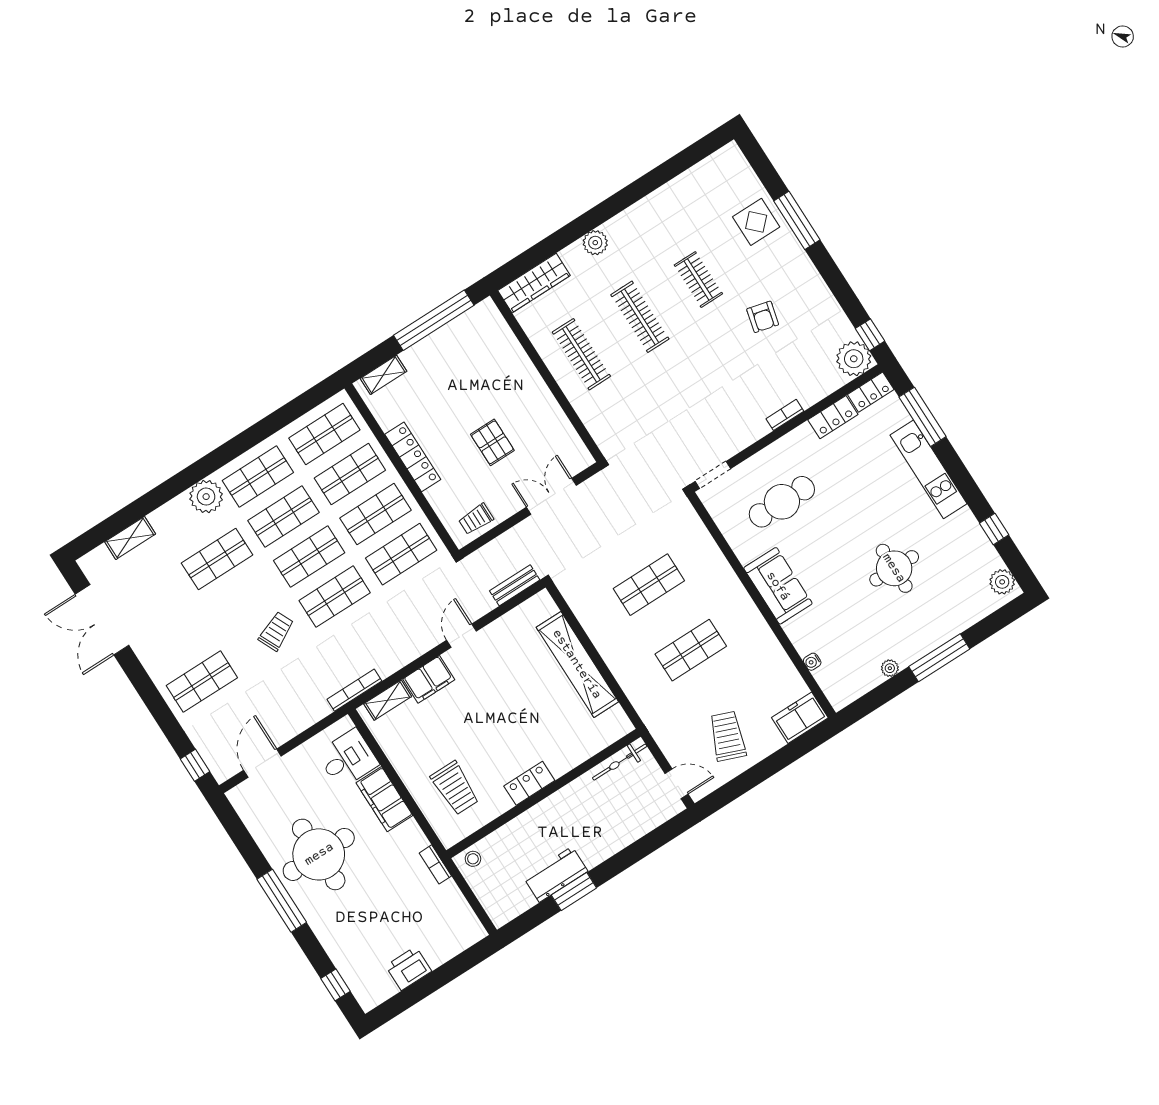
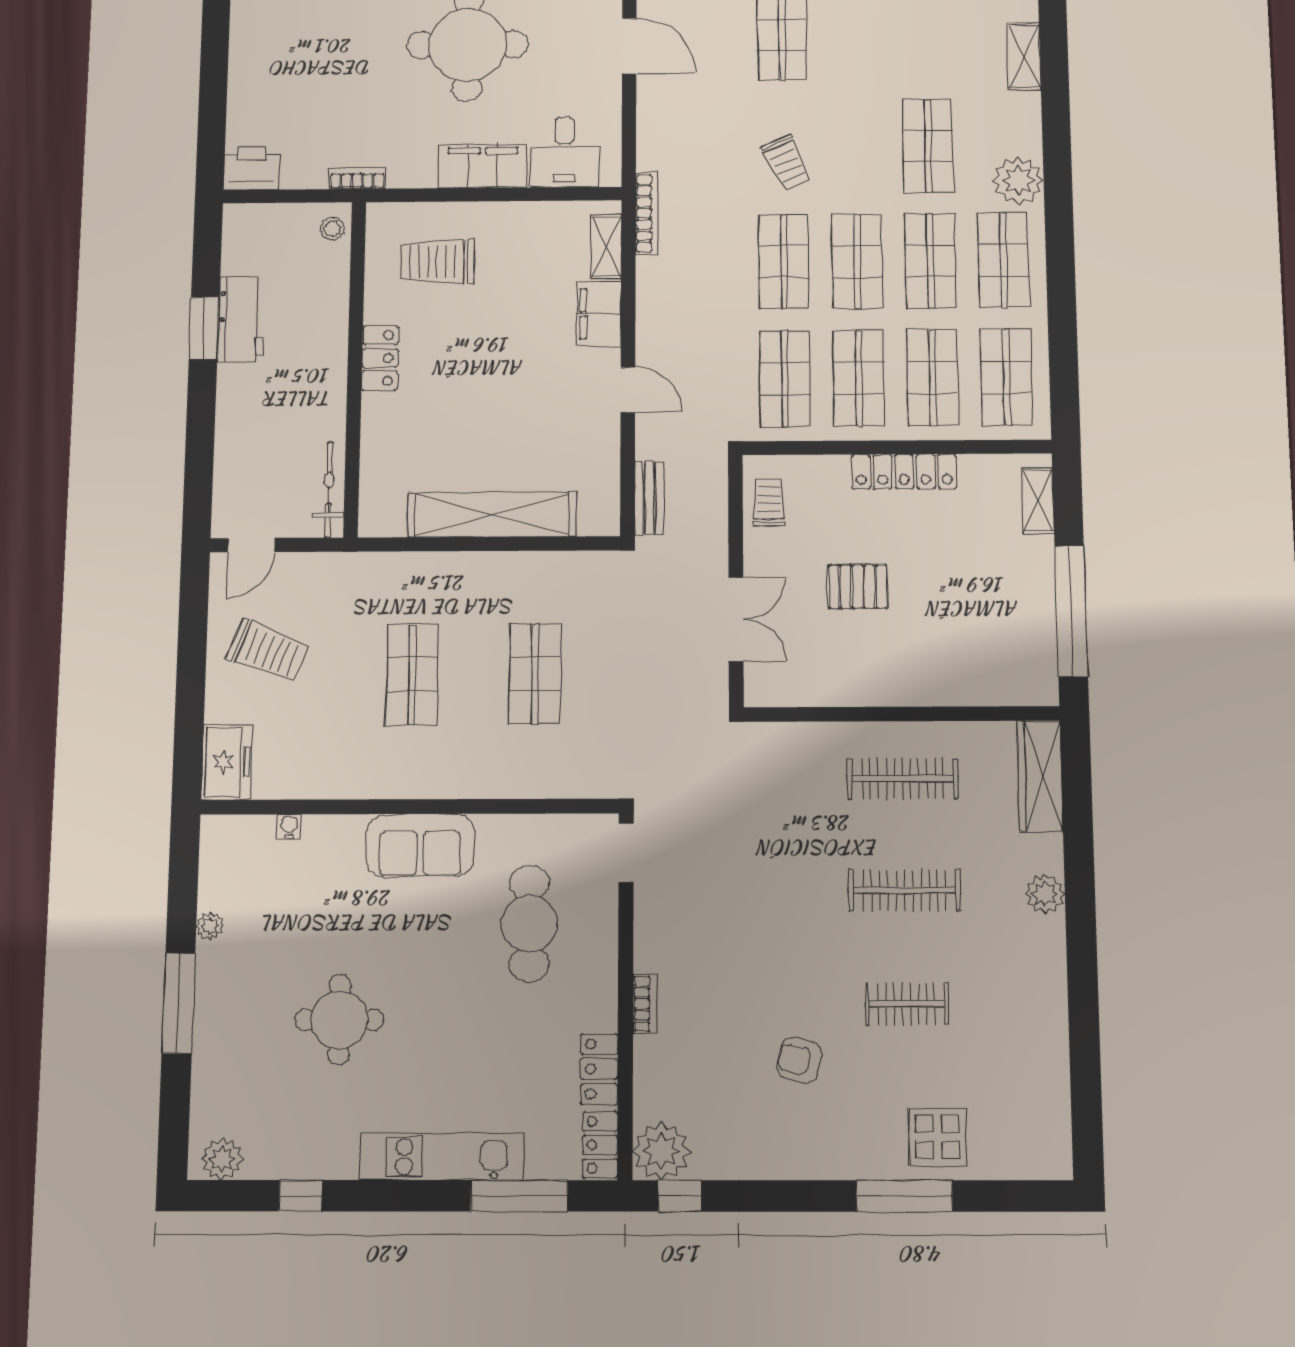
printer: (409, 968) -> (252, 168), moved, turned -90

